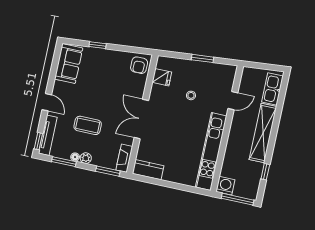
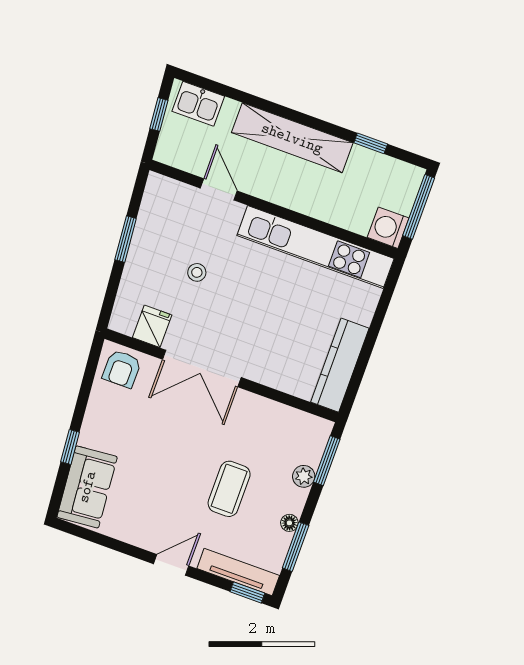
sofa: (69, 64) -> (87, 487), moved, turned 85
armchair: (139, 65) -> (122, 369), turned 90
window: (265, 66) -> (159, 114), added
kitchen sink: (272, 89) -> (198, 104), width x0.73
double door: (141, 119) -> (202, 368), moved
plant: (86, 158) -> (304, 476), moved
fireplace: (124, 158) -> (305, 424), removed
kitchen counter: (148, 170) -> (340, 365), width x1.50

